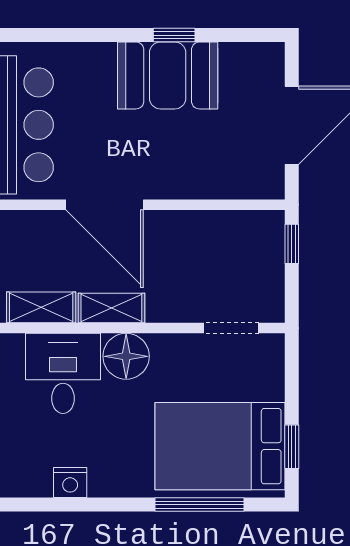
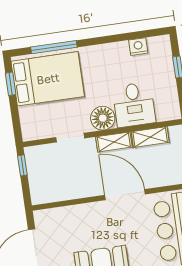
window: (292, 244) -> (22, 165), moved
doorway: (231, 328) -> (70, 138), moved
nightstand: (70, 483) -> (138, 47), moved

